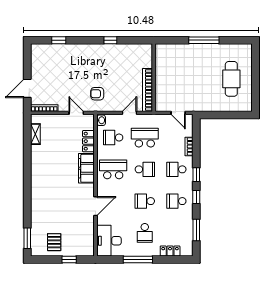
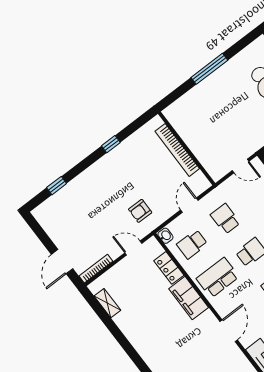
bookcase: (148, 90) -> (177, 150), moved
school desk: (145, 138) -> (225, 219), width x0.54

